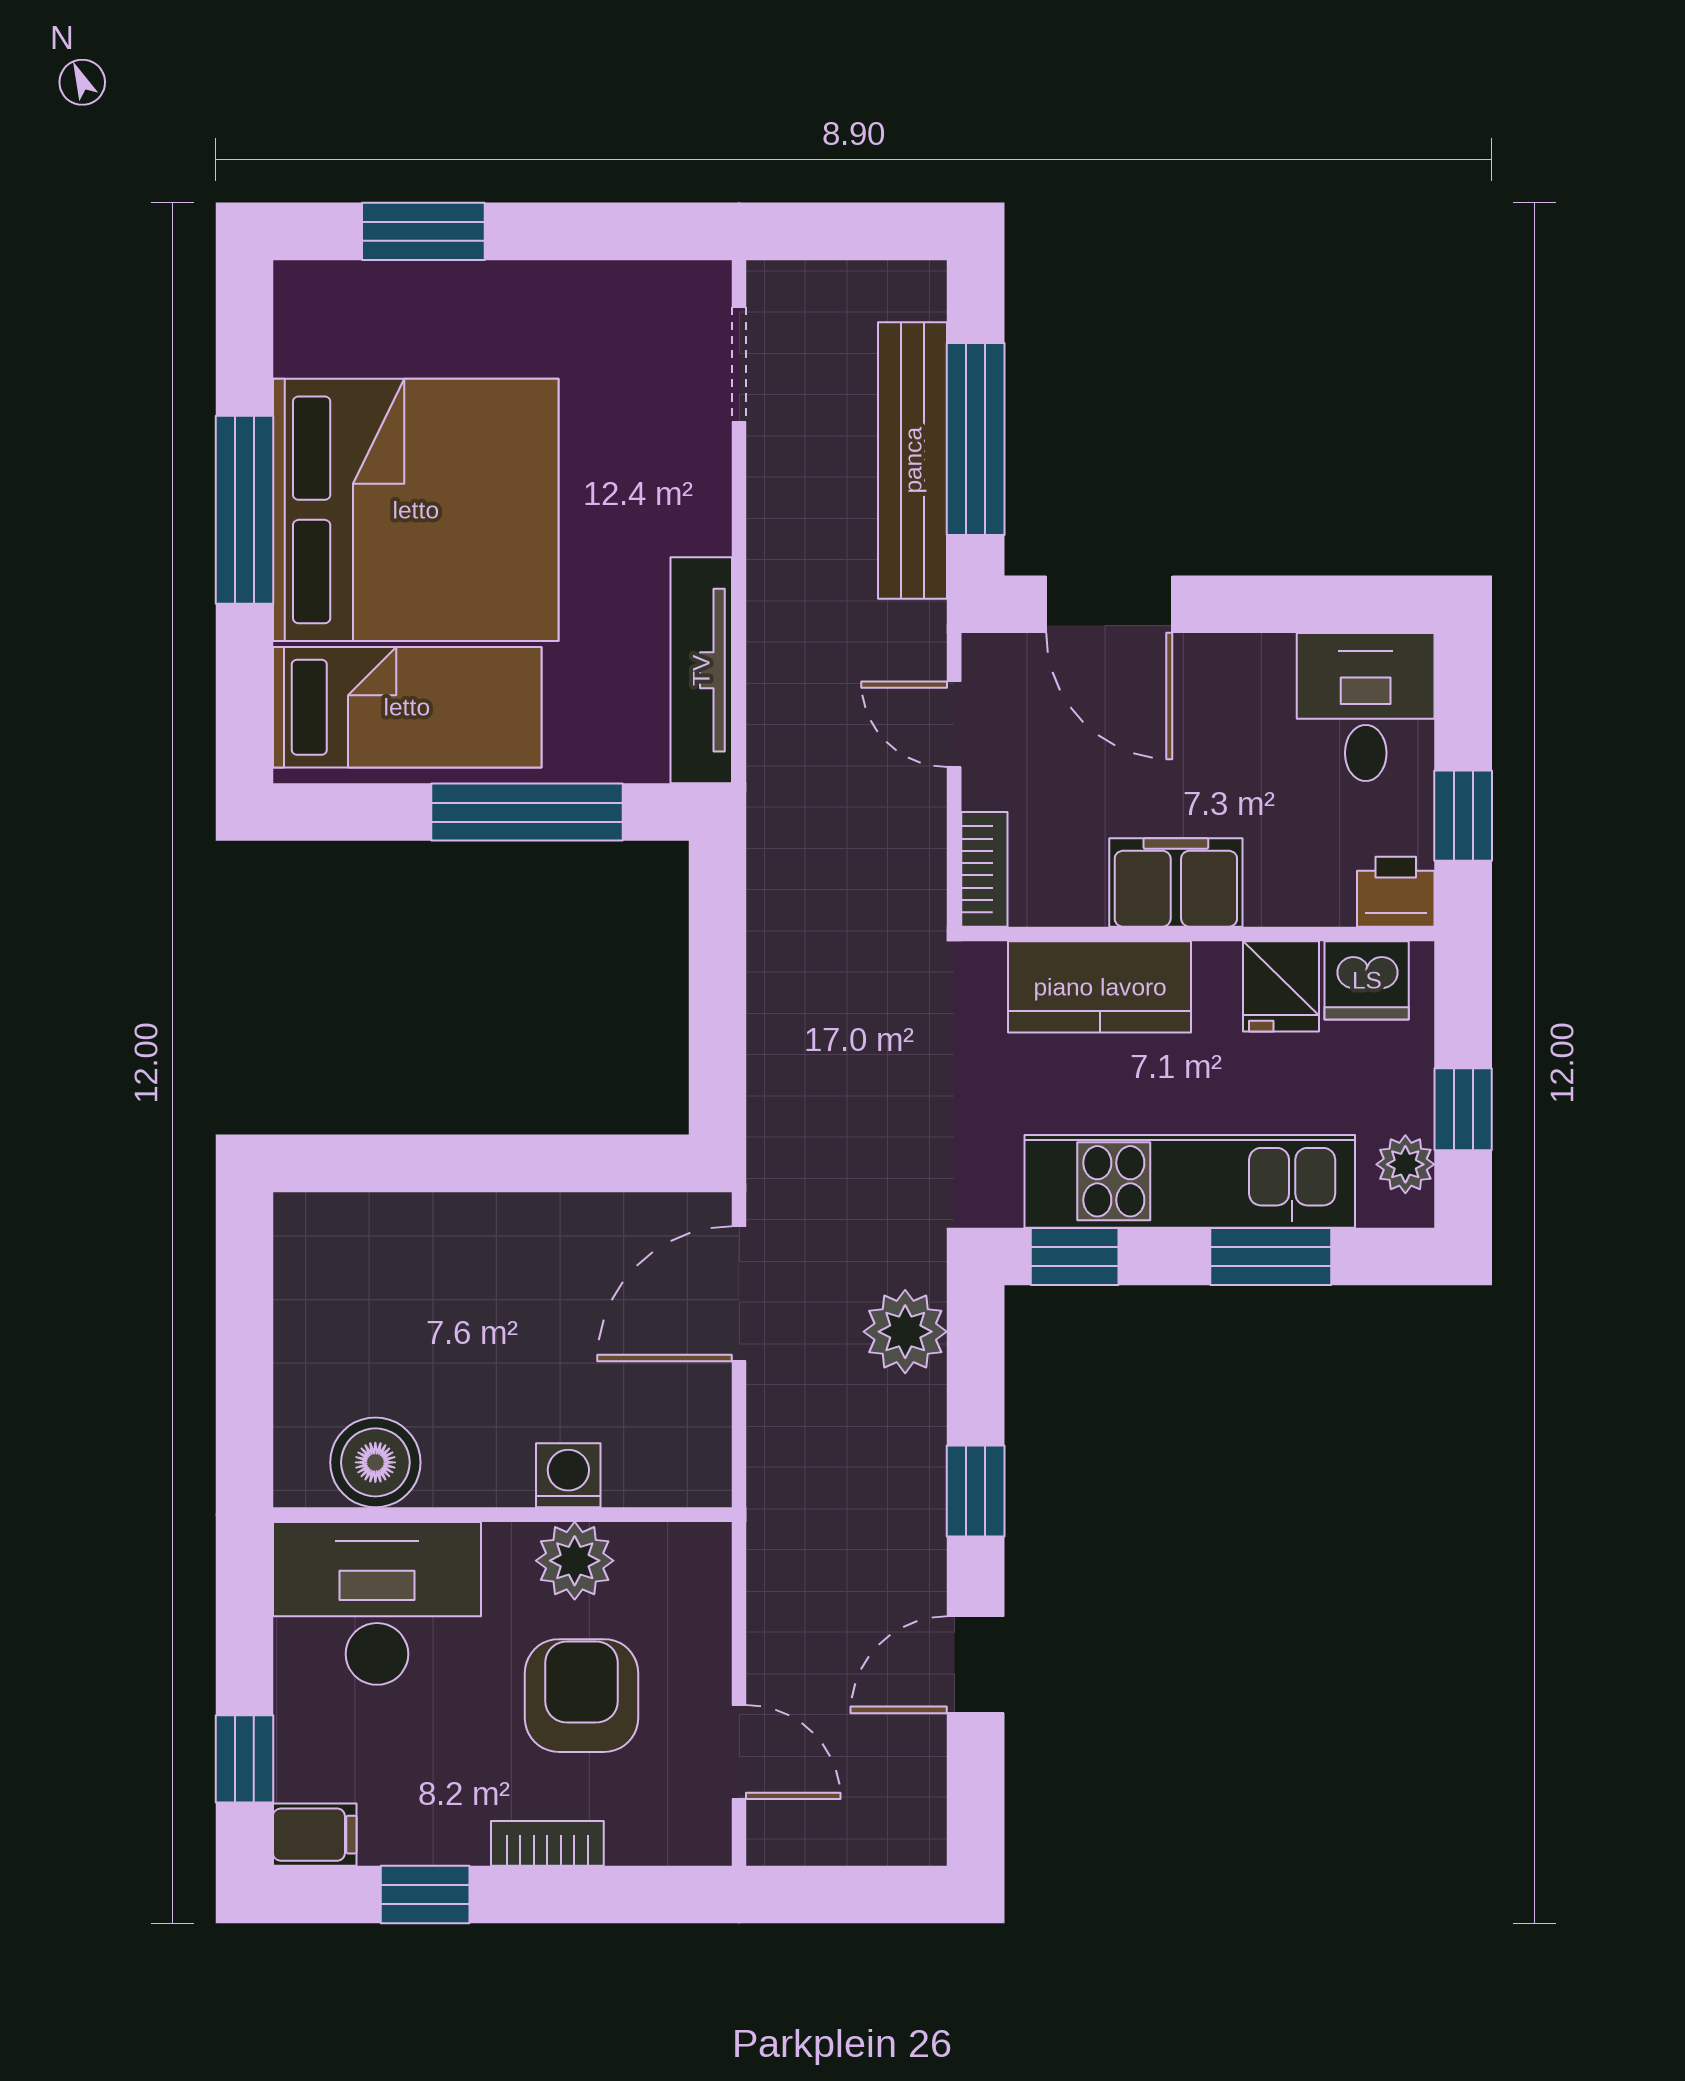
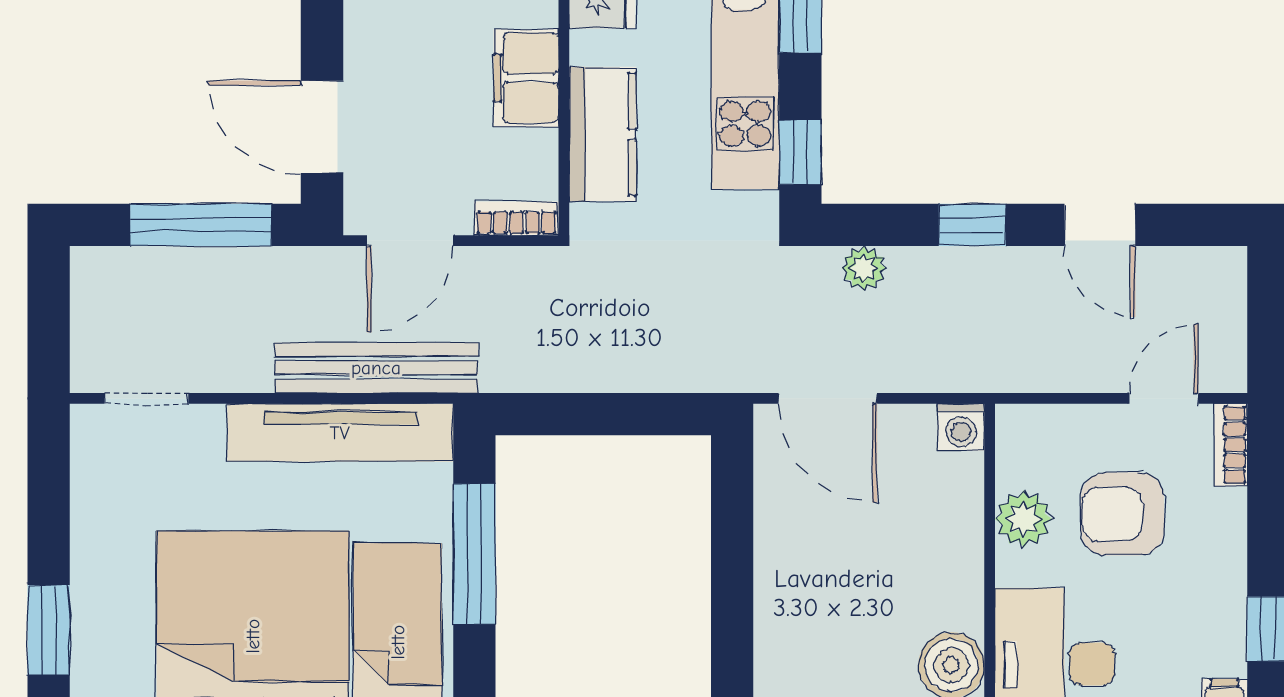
bench: (913, 460) -> (376, 368), moved
door: (1109, 604) -> (322, 127), swing flipped
tv unit: (701, 670) -> (340, 433), width x1.36, depth x1.29
door: (954, 724) -> (410, 241), width x1.37
plant: (905, 1332) -> (864, 268), width x0.73, depth x0.73
washing machine: (568, 1475) -> (961, 427), moved, turned -90
bookcase: (547, 1843) -> (1231, 445), moved

